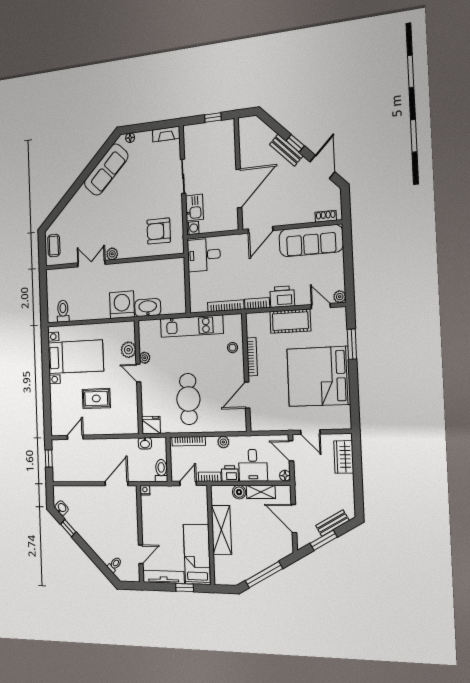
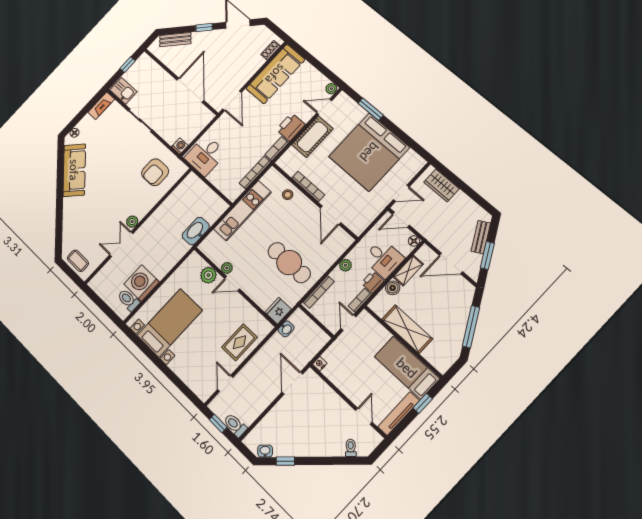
bench: (286, 150) -> (175, 40), moved
kitchen sink: (194, 208) -> (123, 91), moved
washing machine: (122, 305) -> (142, 283), moved
rug: (96, 398) -> (240, 342), moved
toilet: (161, 471) -> (235, 425), moved

